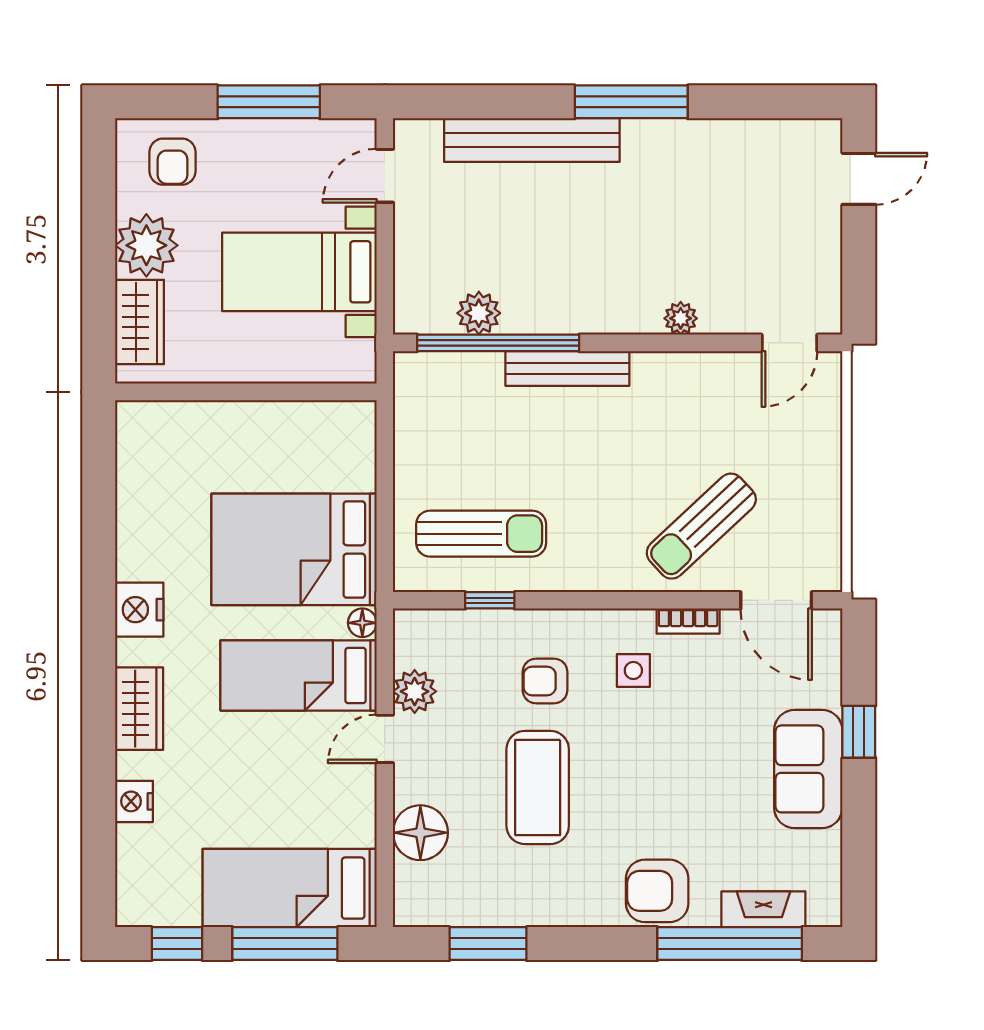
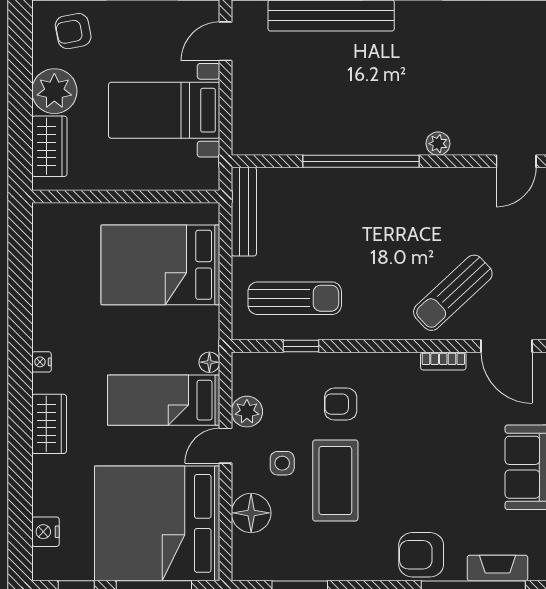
armchair: (173, 162) -> (73, 31), turned 79
plant: (479, 313) -> (293, 140), removed
window: (498, 343) -> (361, 161), moved
bench: (567, 368) -> (244, 212), moved, turned 90
bed: (294, 549) -> (160, 265), moved
nightstand: (139, 610) -> (42, 362), width x0.53, depth x0.56
side table: (633, 671) -> (282, 463), moved
nightstand: (134, 801) -> (45, 532), moved
bed: (290, 888) -> (157, 523), width x2.04

